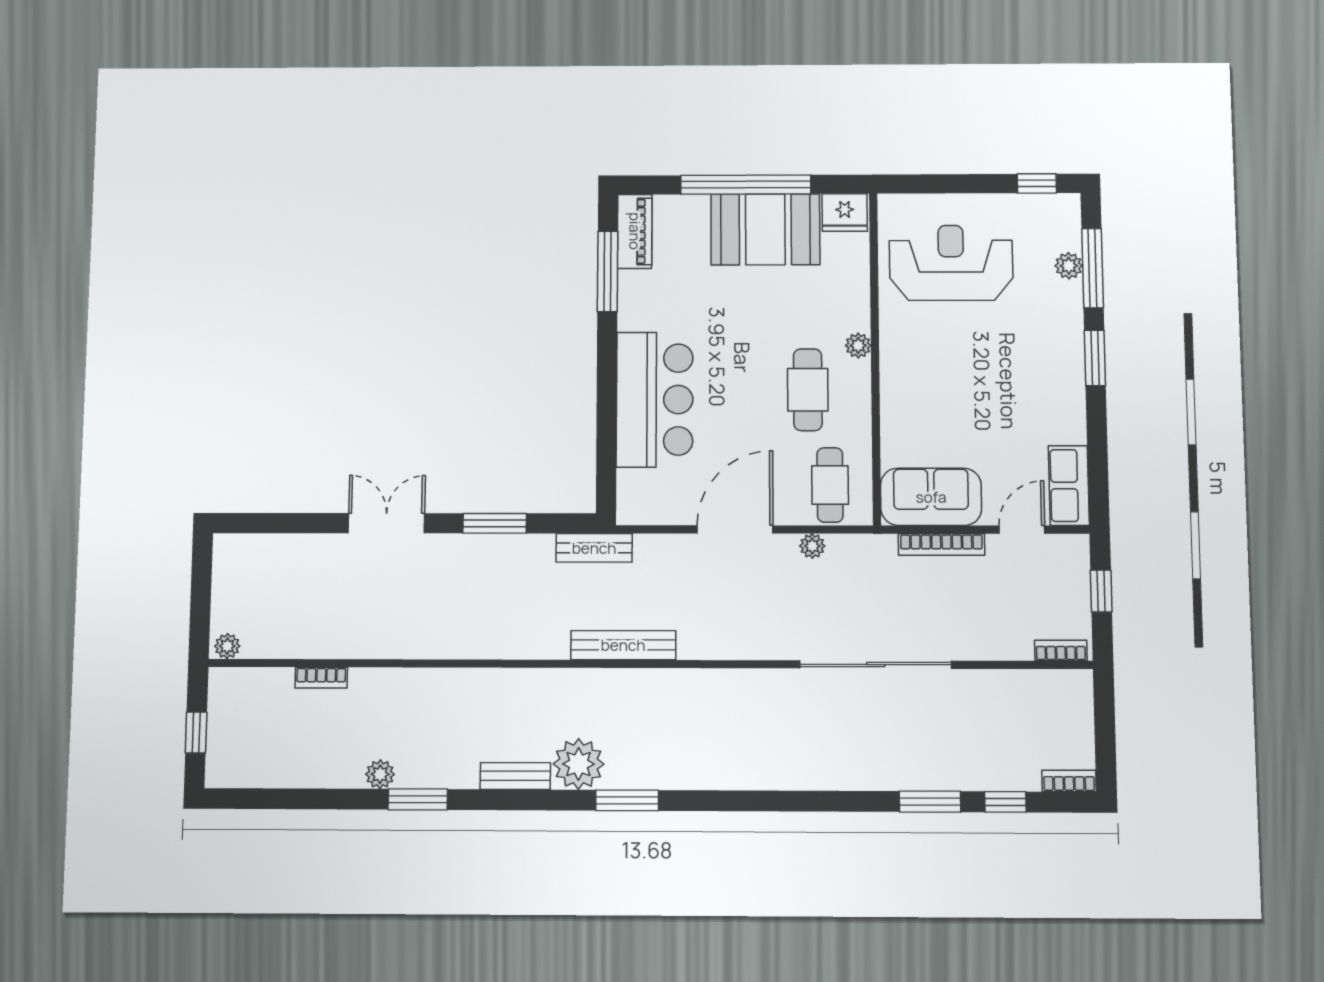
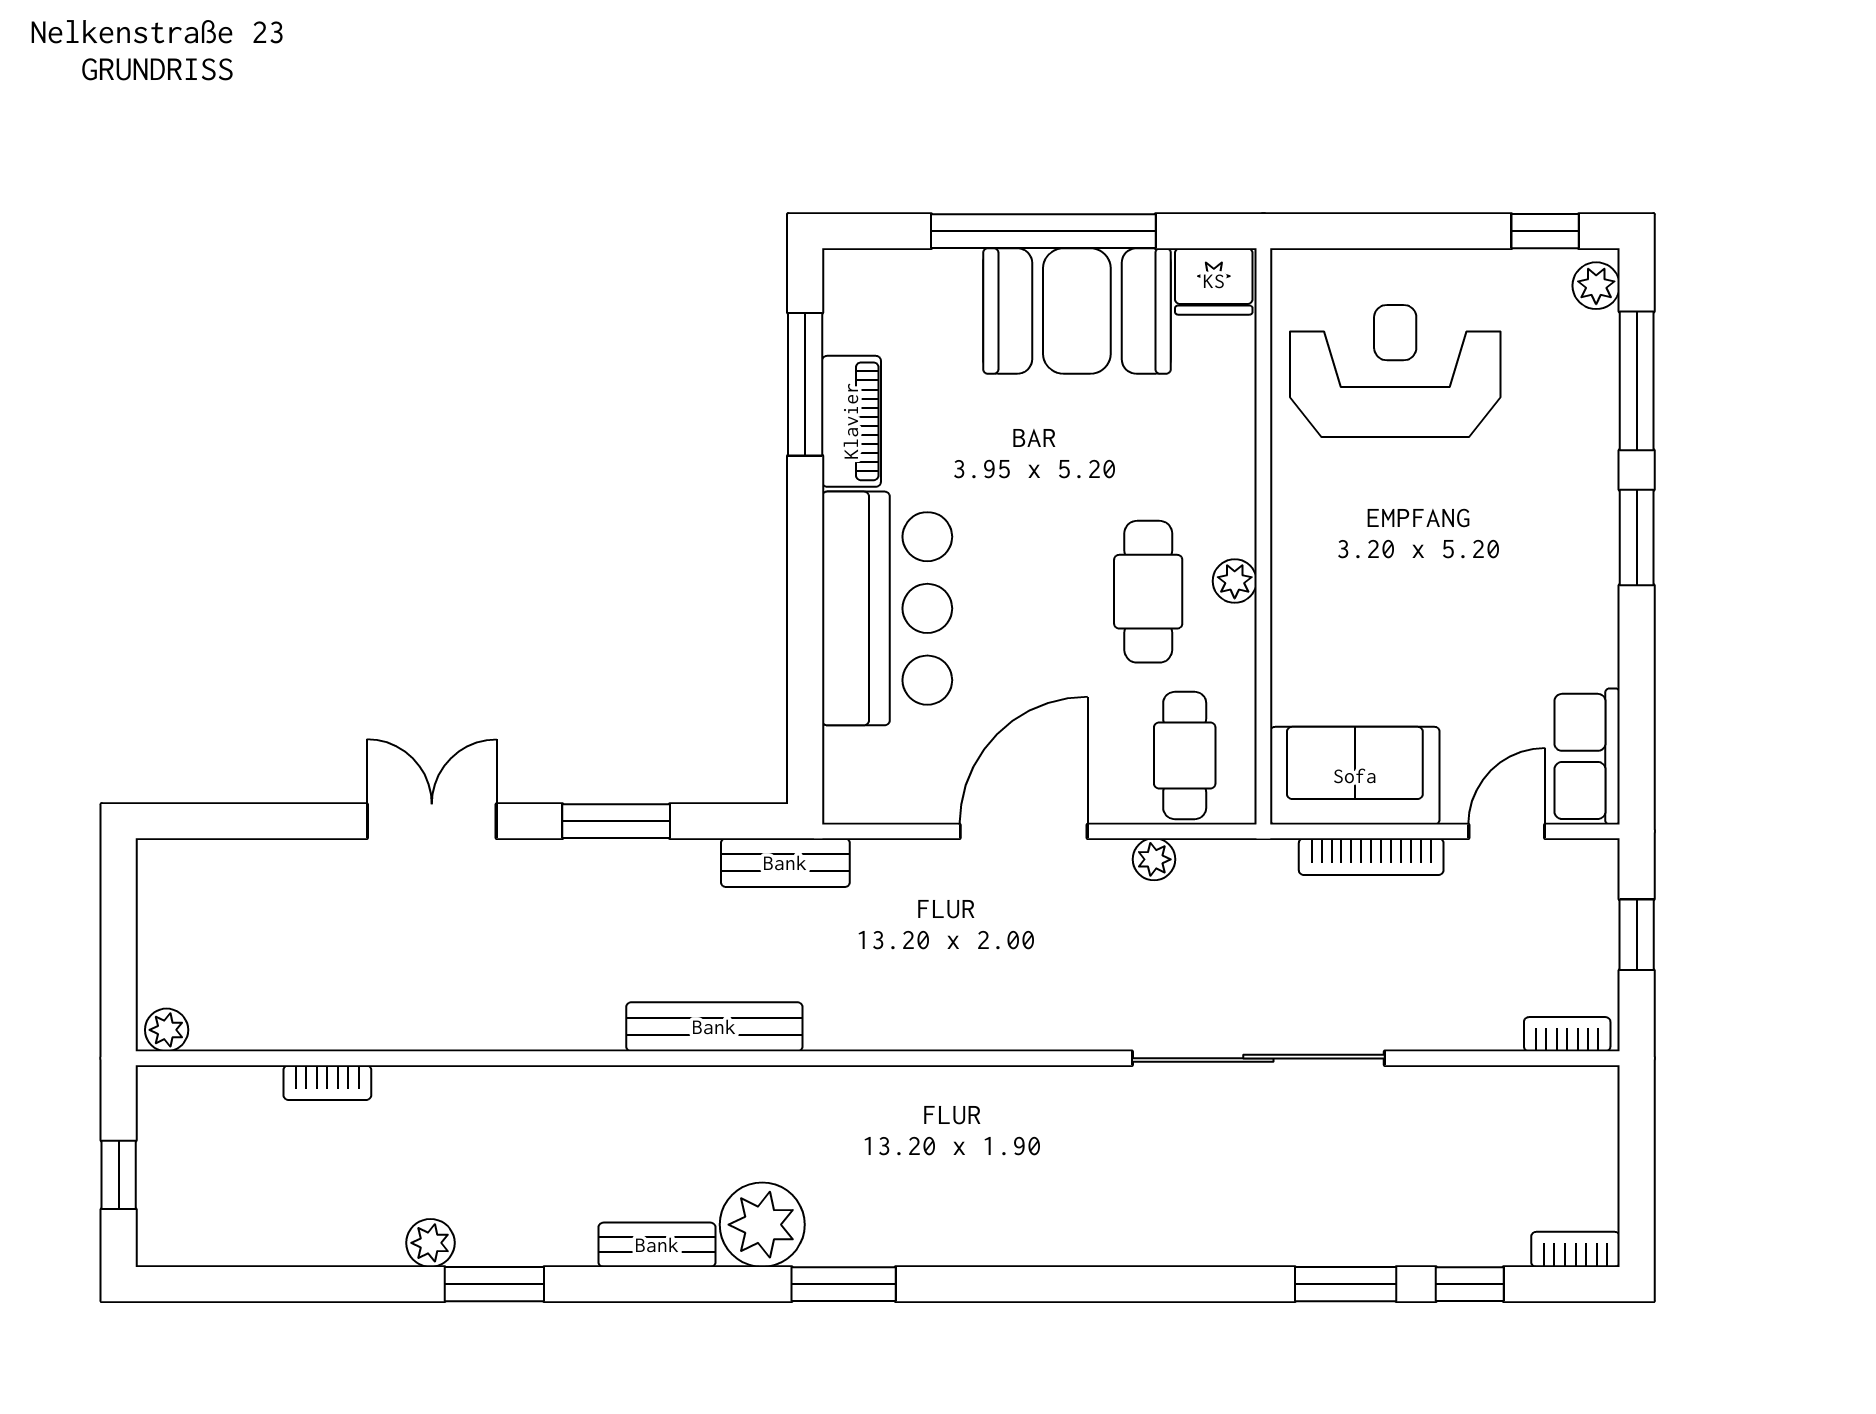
piano: (635, 231) -> (851, 421), moved
plant: (1069, 266) -> (1596, 286), moved
plant: (858, 346) -> (1235, 581), moved
bench: (623, 645) -> (714, 1027), moved

